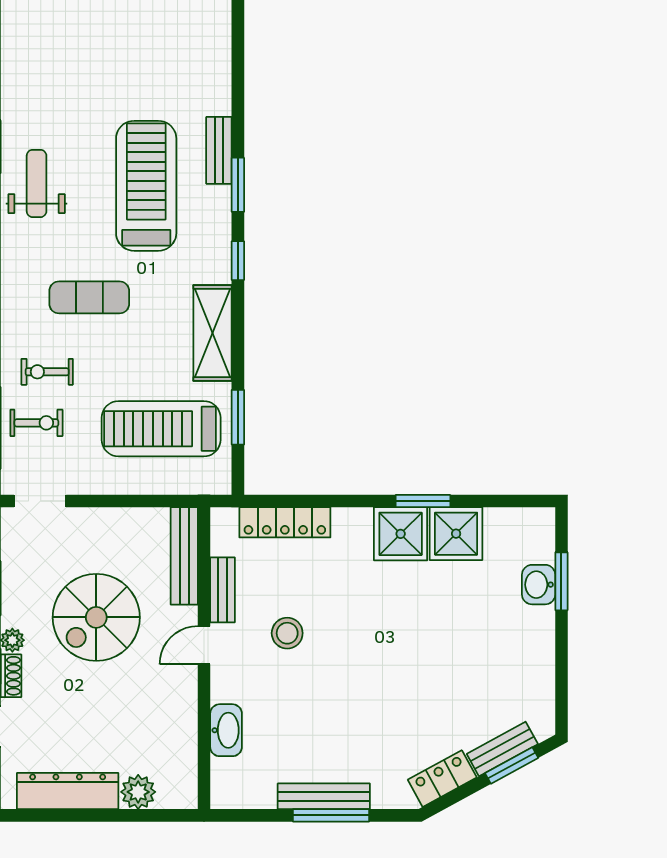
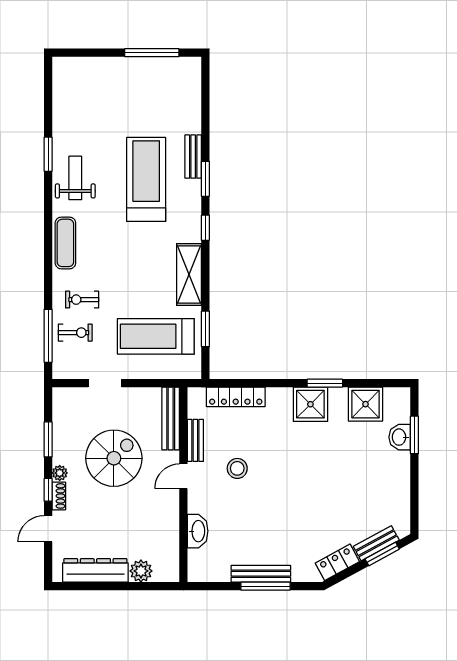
exercise mat: (89, 297) -> (65, 243), moved, turned 90
doorway: (40, 501) -> (105, 383), moved
shower: (456, 534) -> (366, 404), moved
spiral stairs: (96, 617) -> (114, 458), turned 180

